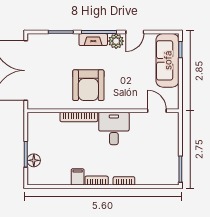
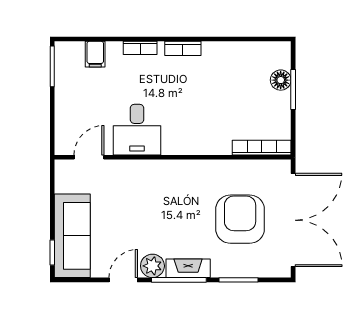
armchair: (88, 85) -> (240, 219), moved
door: (157, 111) -> (89, 157), swing flipped
bookcase: (79, 117) -> (262, 148), moved
desk: (114, 128) -> (137, 130), moved
filing cabinet: (78, 177) -> (95, 54), moved

